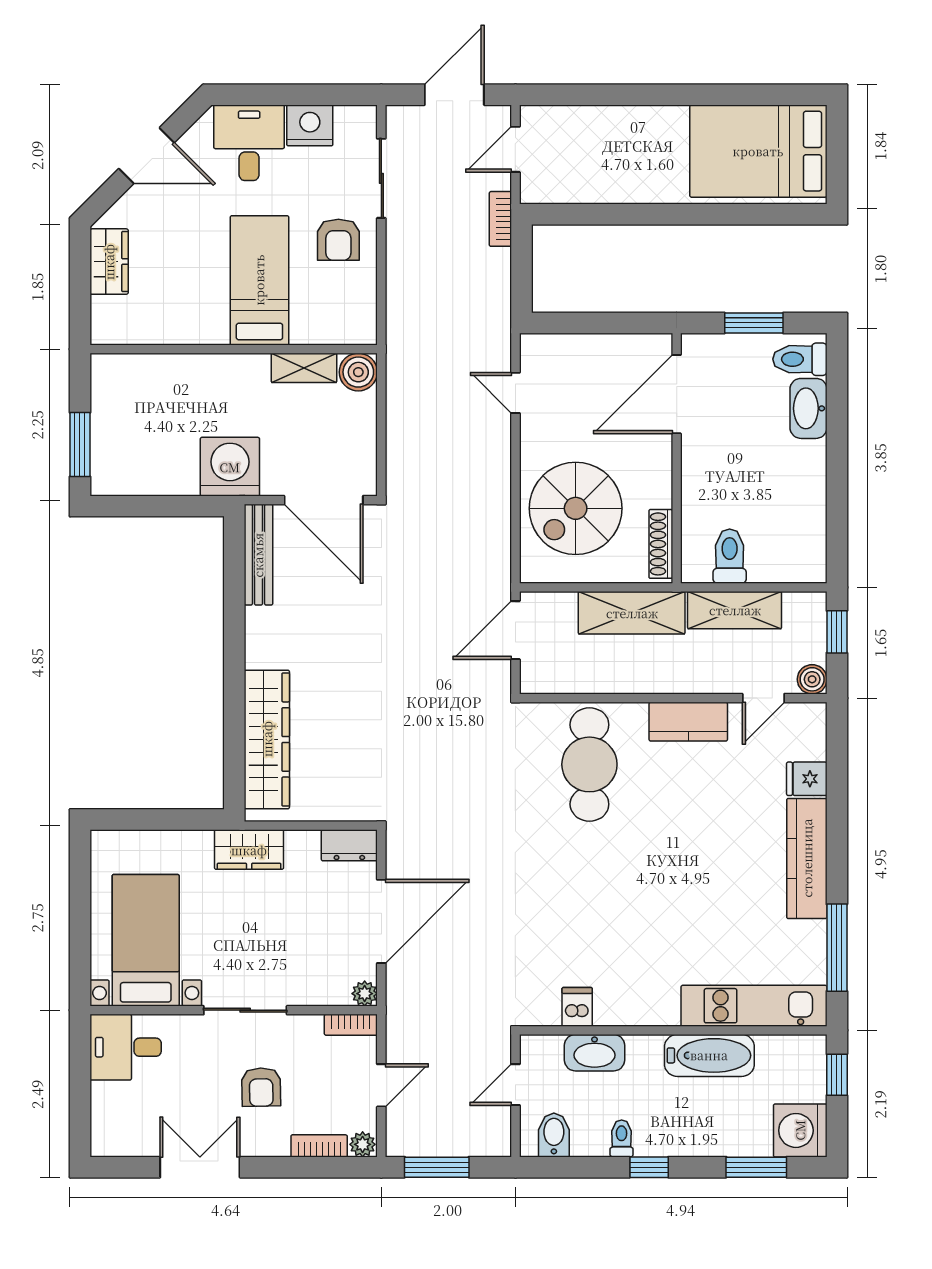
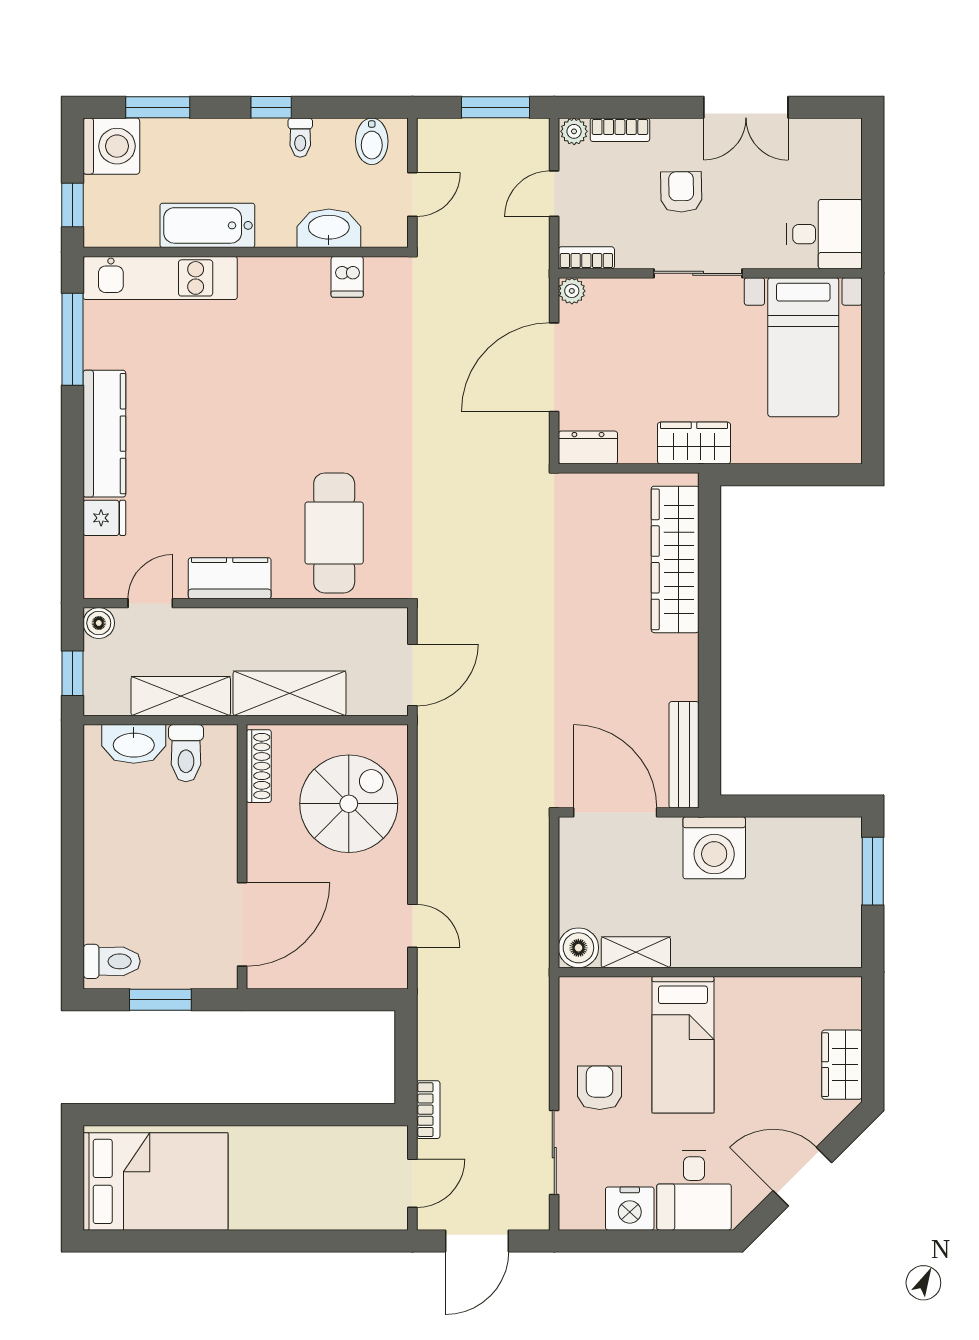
washbasin: (808, 408) -> (134, 744), moved, turned 90

